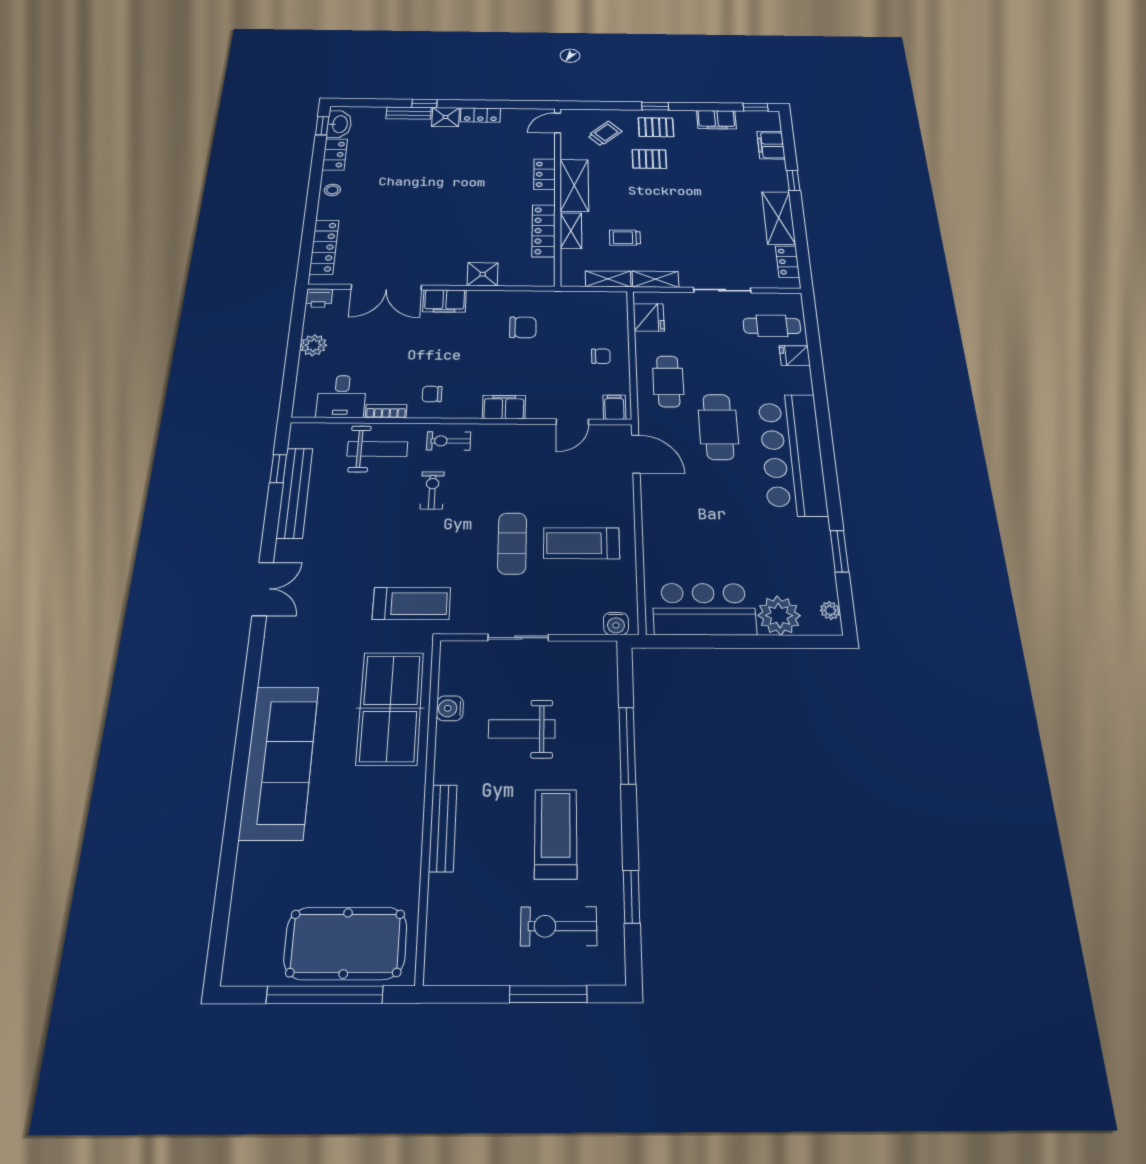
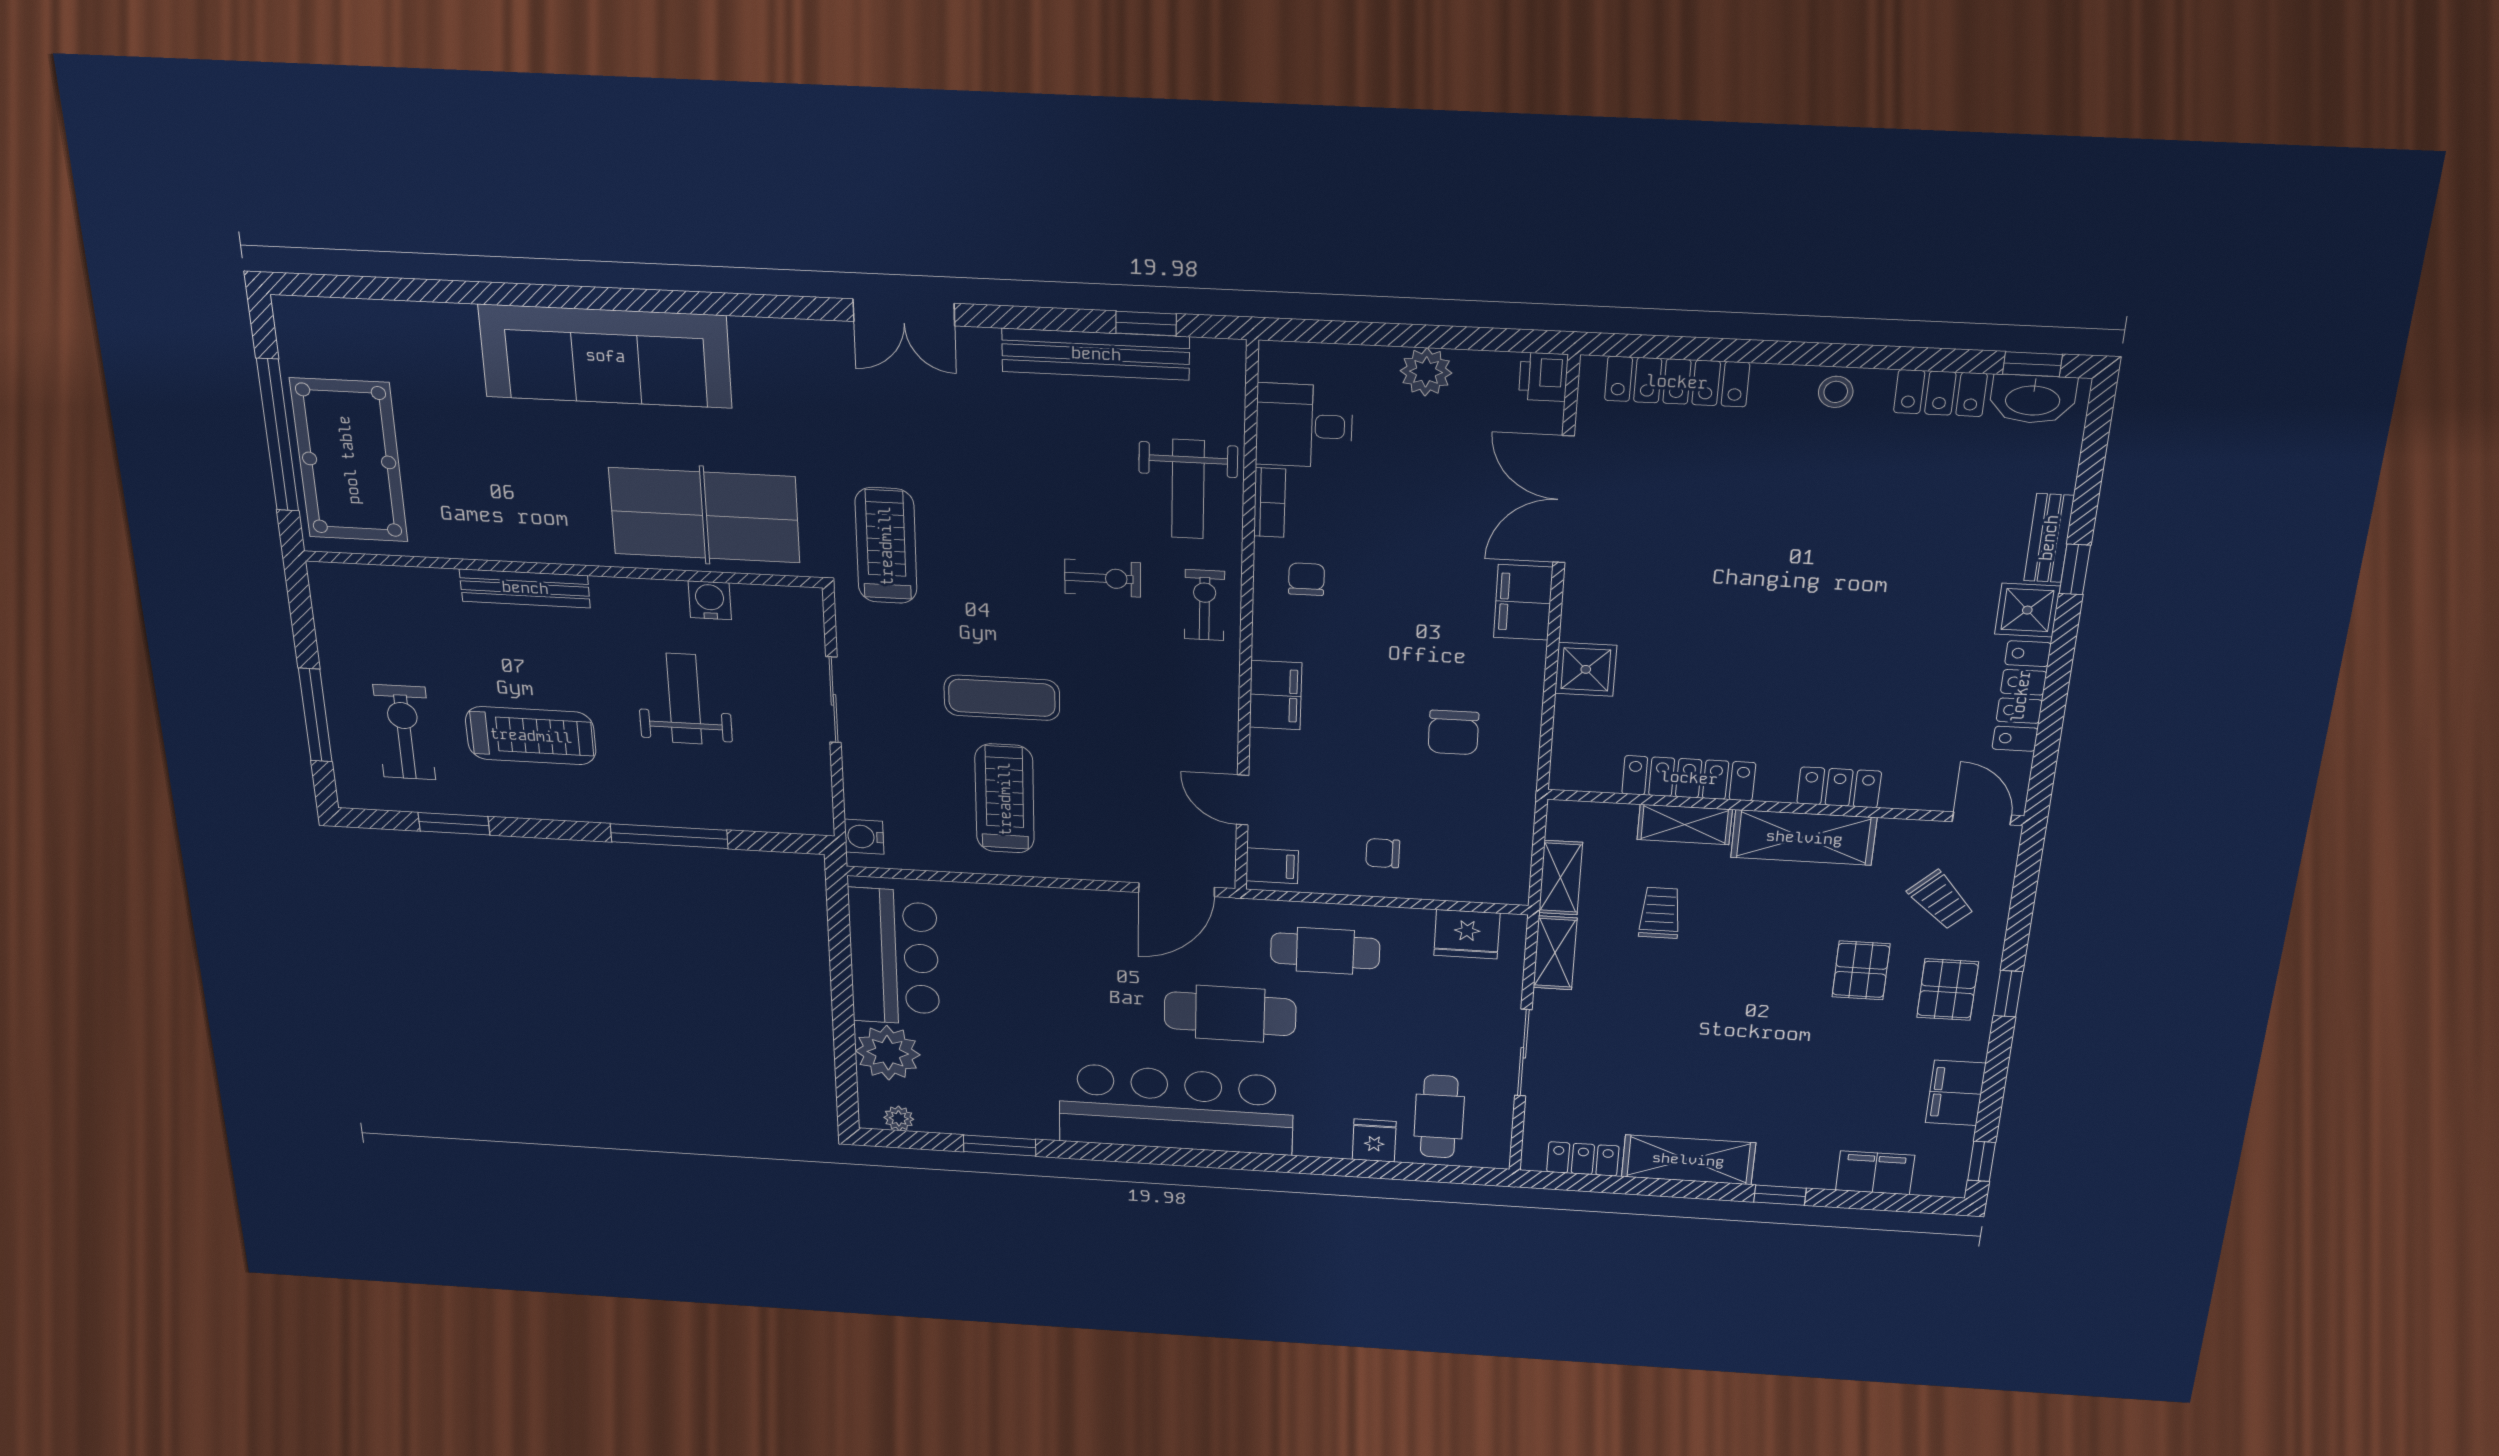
locker: (480, 115) -> (2021, 696), width x1.53
chair: (601, 356) -> (1383, 853), turned 90
treadmill: (412, 604) -> (886, 546), turned 180

